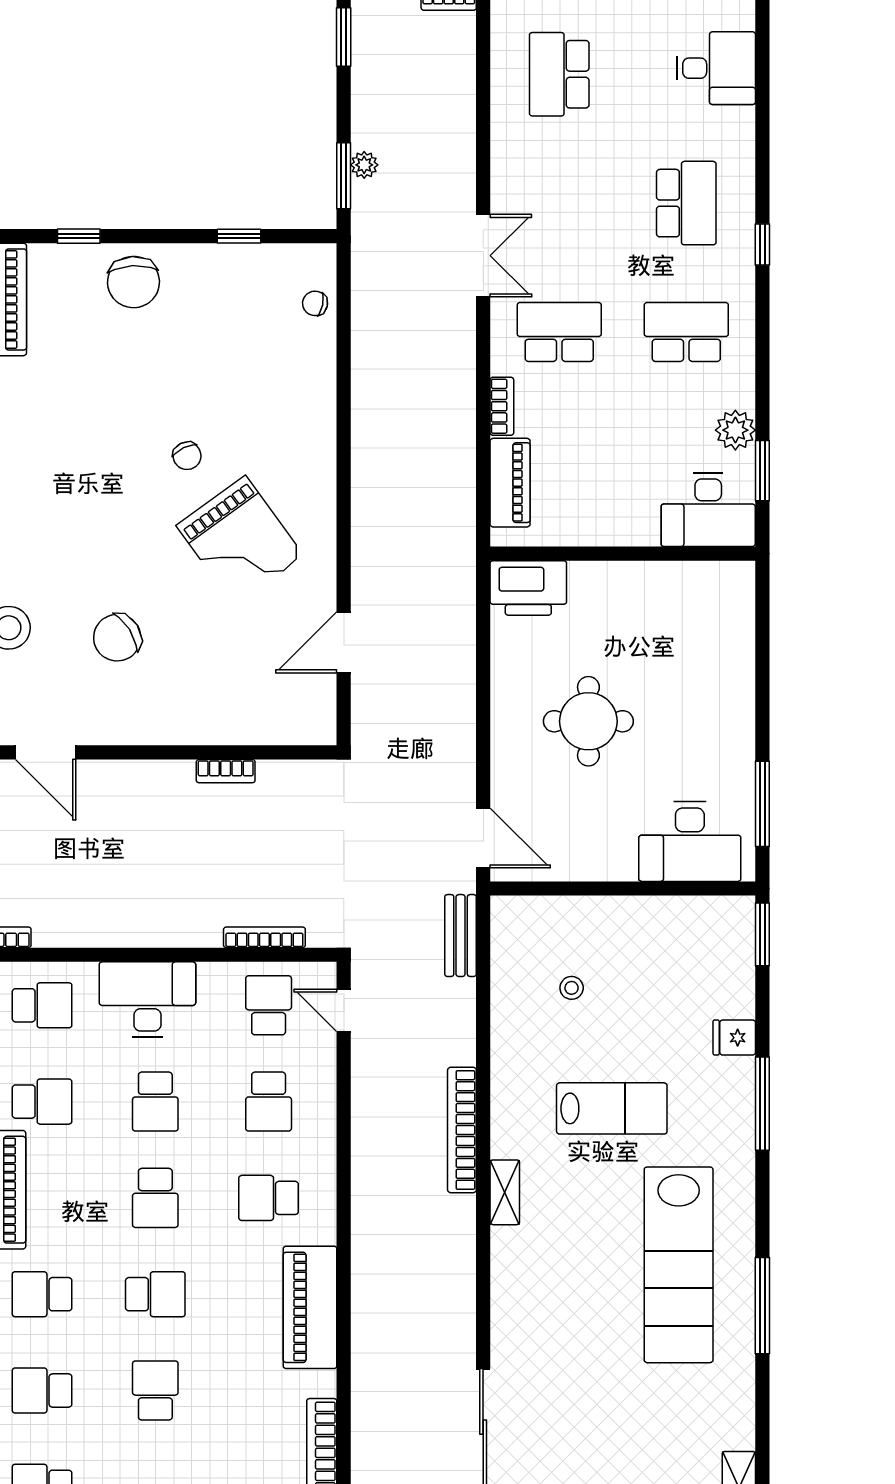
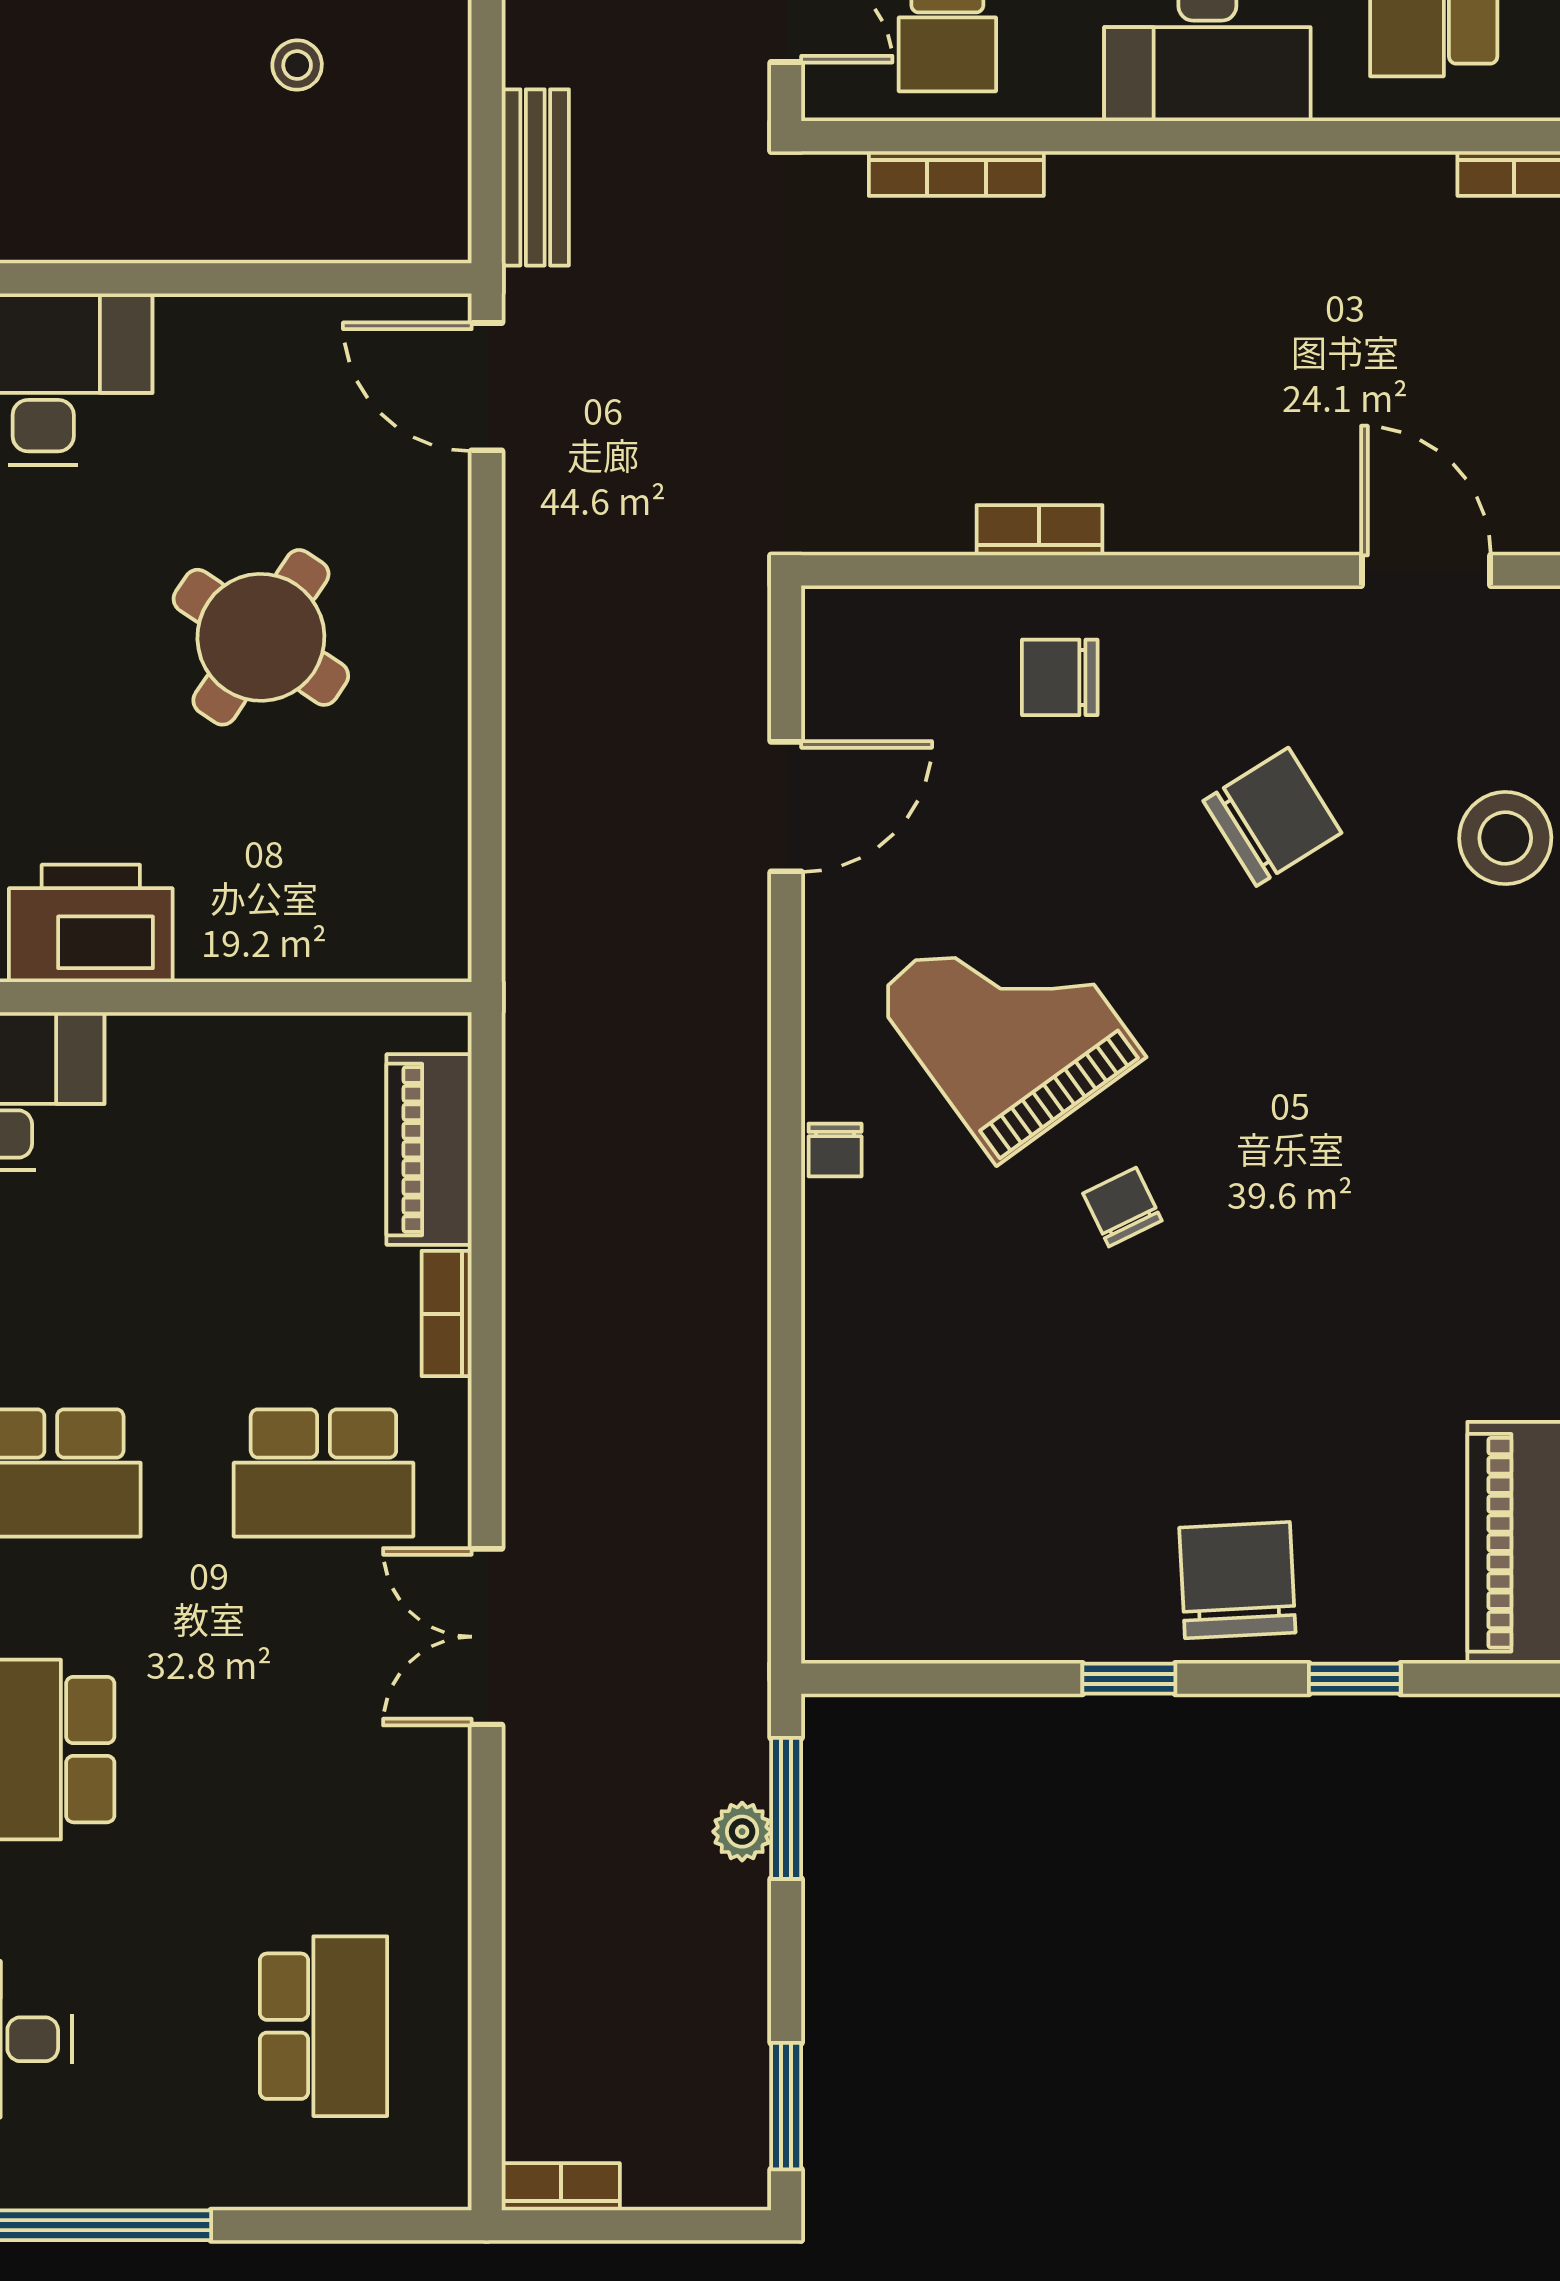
window: (239, 236) -> (1129, 1679), moved
chair: (315, 303) -> (835, 1150), moved, turned 78
printer: (528, 588) -> (91, 923), moved
chair: (216, 703) -> (1060, 677), added
round table: (588, 721) -> (261, 637), turned 34

